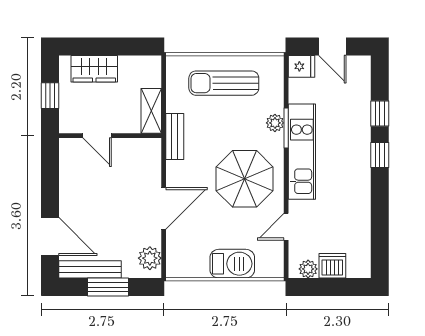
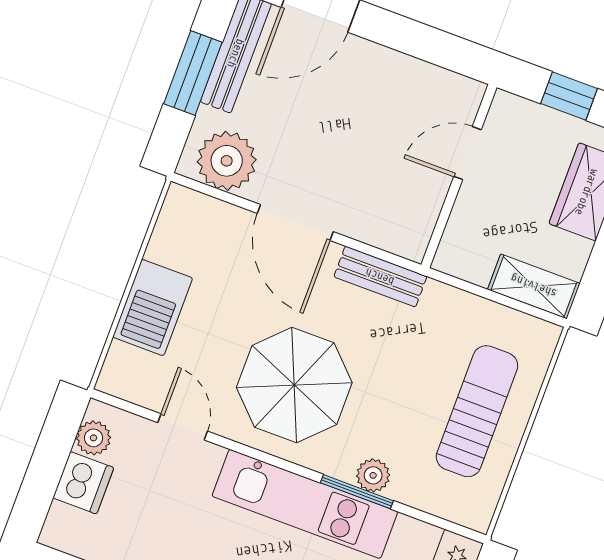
shelving: (151, 111) -> (534, 286), moved
bench: (175, 136) -> (380, 277), moved
plant: (150, 258) -> (227, 161), width x1.36, depth x1.36

